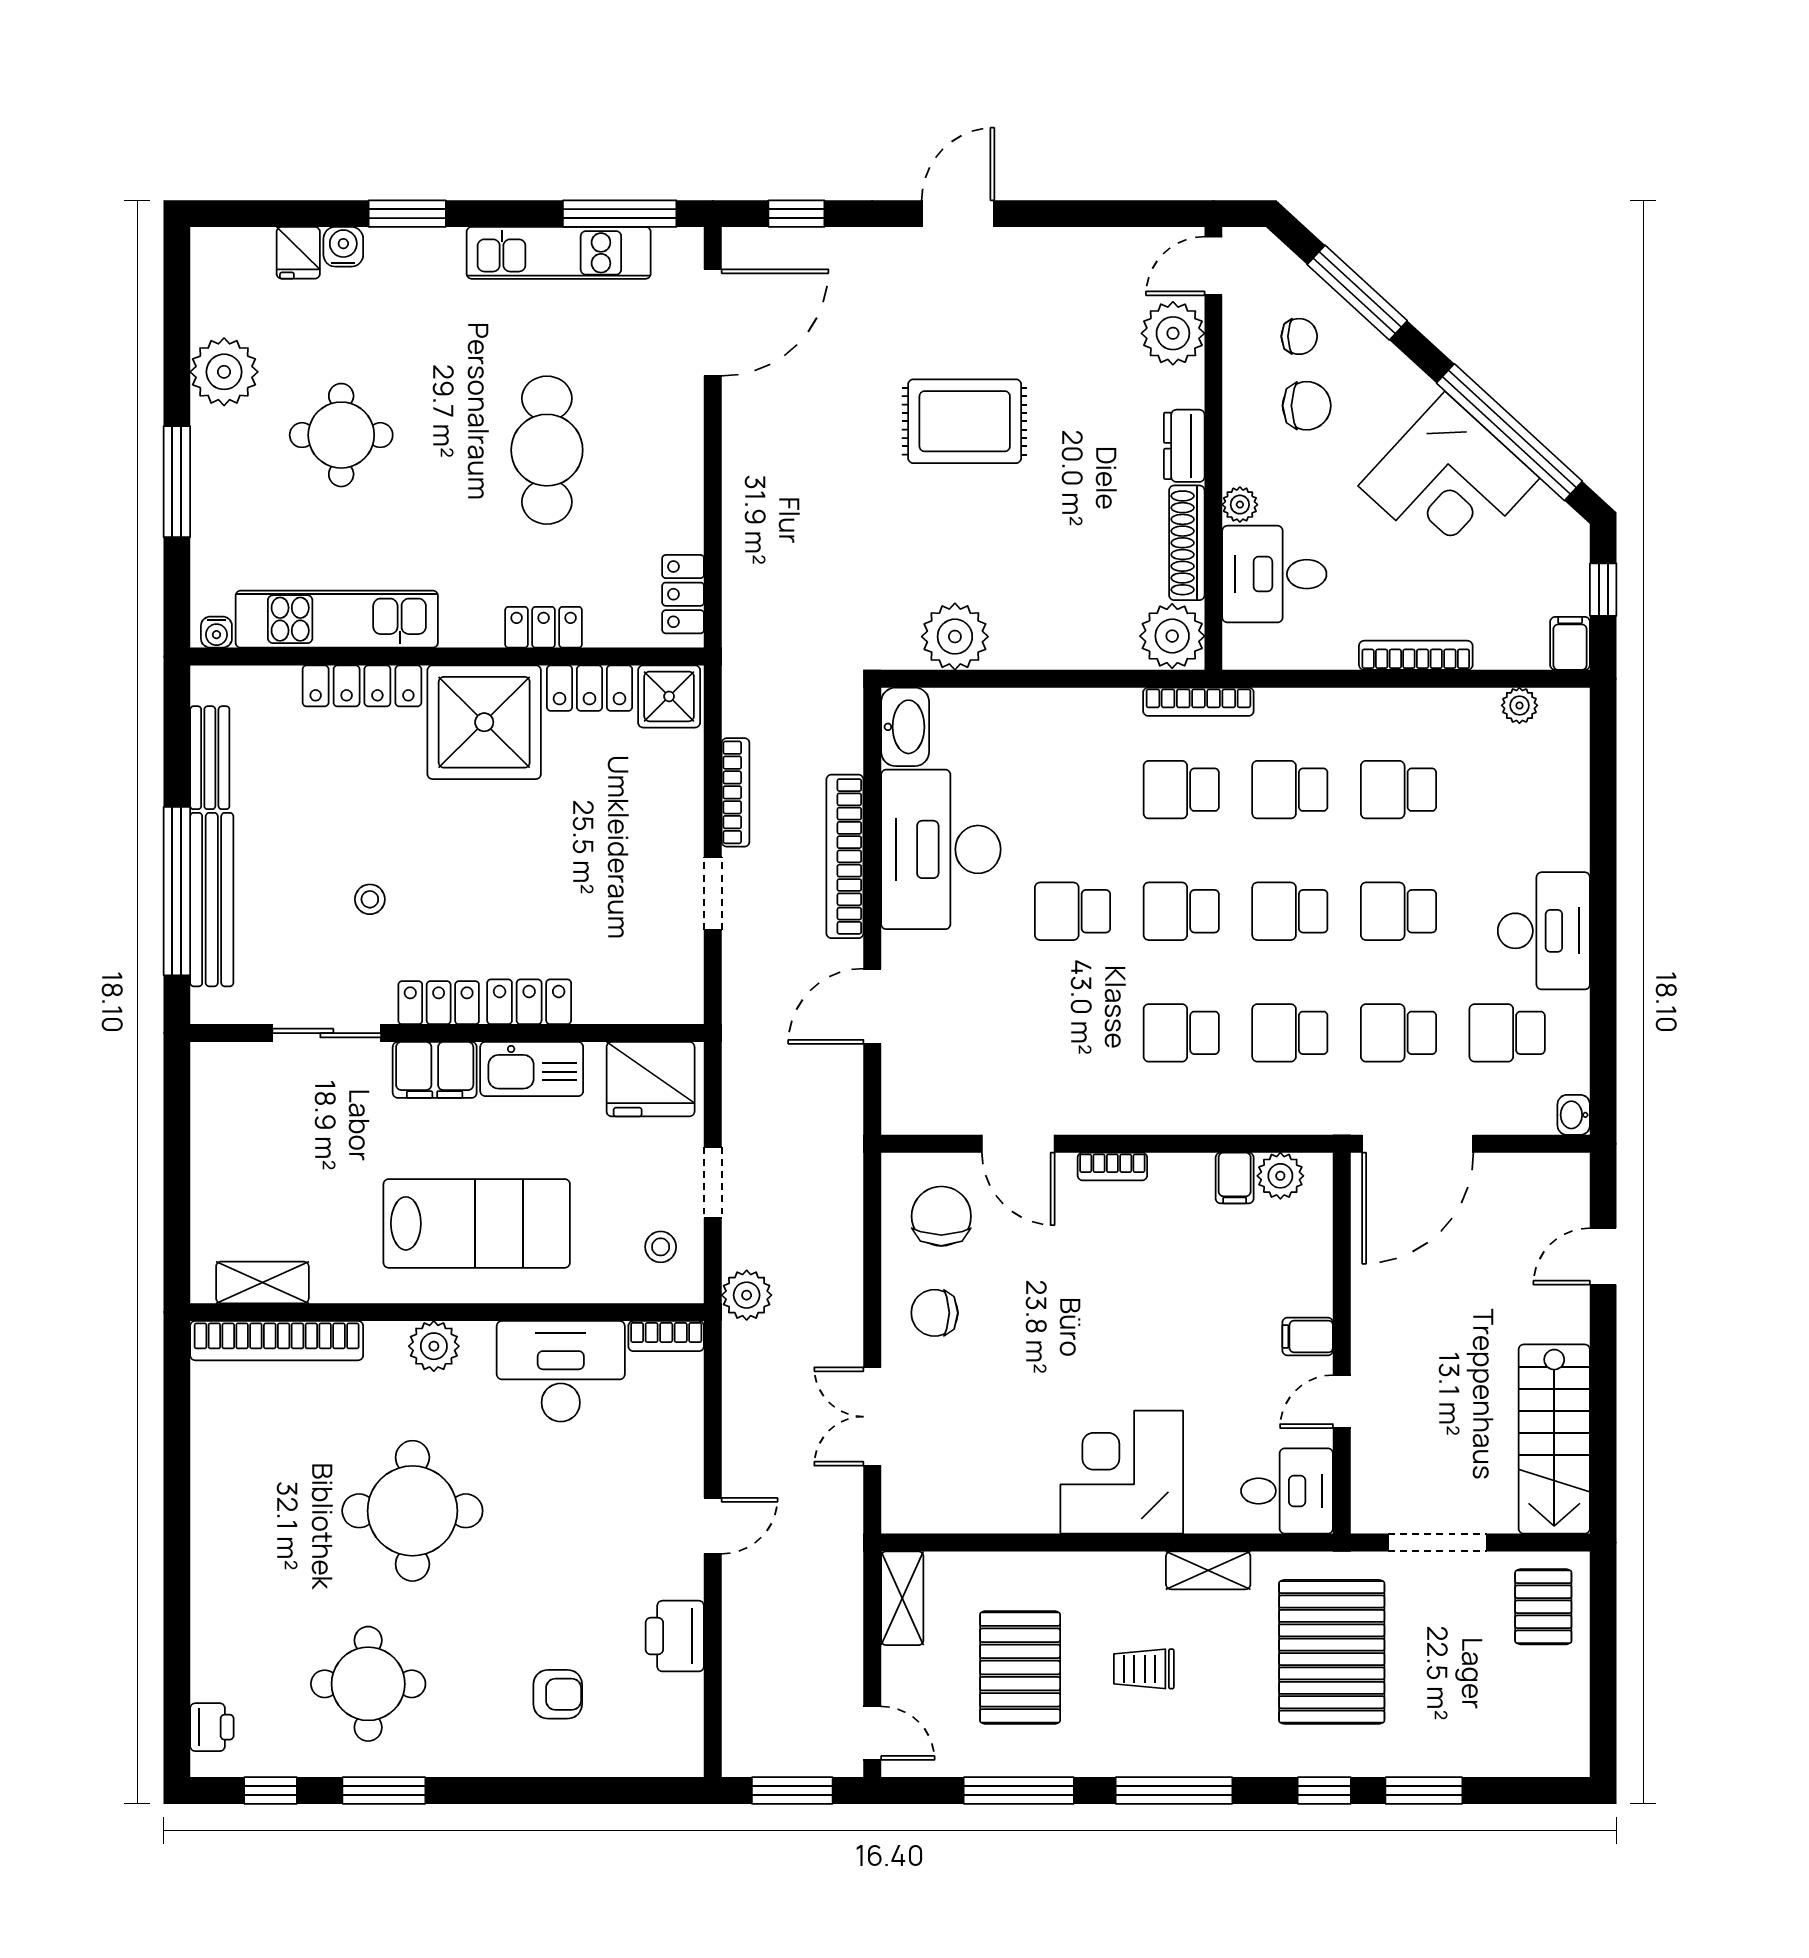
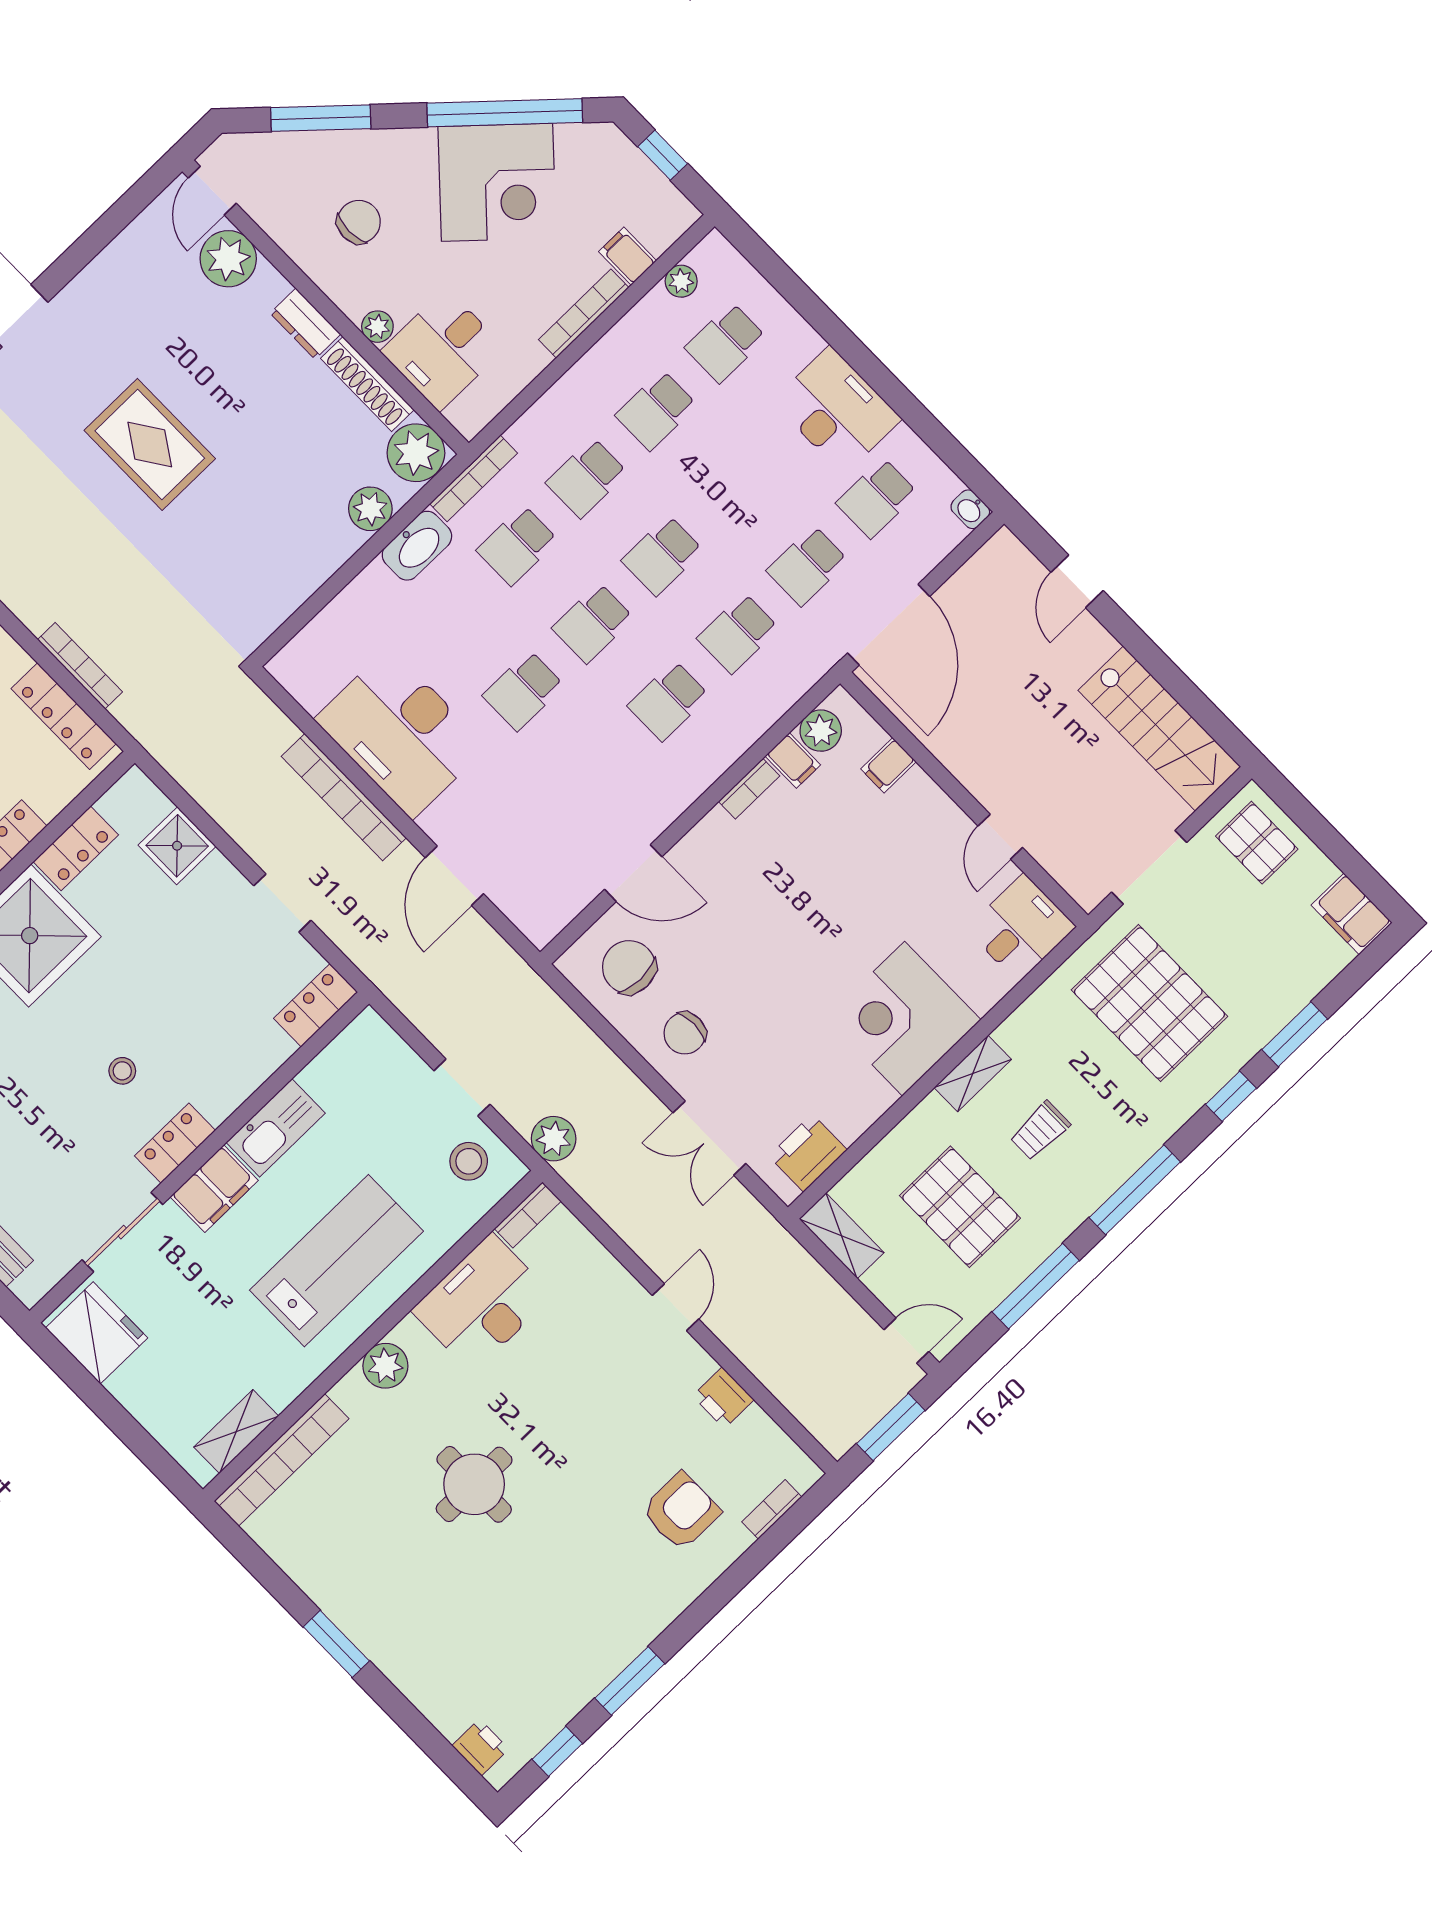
chair: (1299, 336) -> (311, 182), removed
rug: (965, 421) -> (150, 444), turned 90
locker: (683, 594) -> (64, 716), width x1.53
plant: (955, 637) -> (370, 509), moved, width x0.73, depth x0.73
filing cabinet: (1570, 643) -> (628, 256), moved
shower: (669, 696) -> (177, 846), moved
washbasin: (905, 727) -> (417, 546), moved, turned 90
bookcase: (736, 792) -> (80, 666), moved
stool: (370, 899) -> (122, 1071), moved
school desk: (1398, 911) -> (726, 343), moved
locker: (529, 1002) -> (316, 1005), moved
fridge: (651, 1079) -> (97, 1333), moved, turned -90
bookcase: (1112, 1167) -> (749, 789), moved
stool: (661, 1247) -> (469, 1161), width x1.37, depth x1.37
filing cabinet: (1308, 1337) -> (888, 765), moved
printer: (940, 1505) -> (808, 1153), added
round table: (412, 1511) -> (474, 1484), width x0.73, depth x0.73
window: (177, 1531) -> (336, 1644), added
shelving: (1208, 1570) -> (973, 1073), moved
printer: (675, 1636) -> (723, 1398), width x0.73, depth x0.81
round table: (368, 1684) -> (553, 1622), removed
armchair: (558, 1694) -> (681, 1511), width x1.38, depth x1.38
filing cabinet: (1564, 1738) -> (1352, 914), added
bookcase: (632, 1764) -> (772, 1509), added

